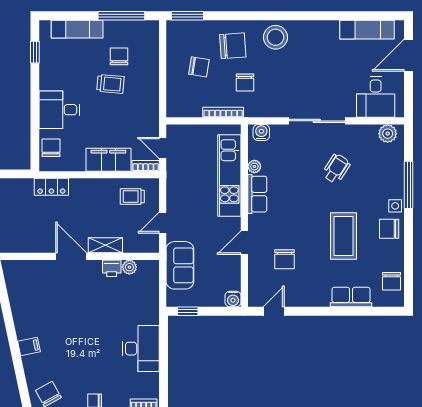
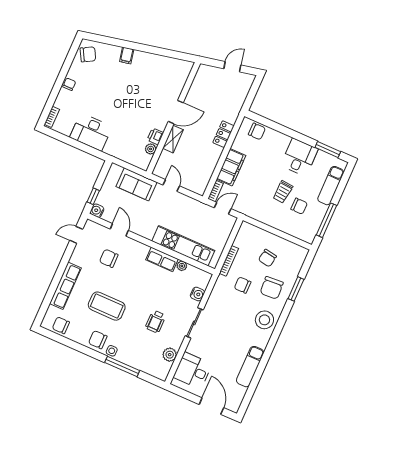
window: (187, 16) -> (296, 289), moved
exam couch: (367, 30) -> (250, 367), moved
window: (35, 52) -> (328, 149), width x1.50
desk: (59, 110) -> (299, 157), moved
sliding door: (317, 121) -> (194, 323), width x0.73
water cooler: (261, 132) -> (197, 294), moved
plant: (388, 134) -> (170, 355), moved
wheelchair: (336, 168) -> (155, 322), turned 57
locker: (51, 187) -> (223, 134), moved
trolley: (132, 197) -> (198, 173), removed
chair: (389, 229) -> (98, 340), turned -90
door: (244, 243) -> (119, 230), moved
row of seats: (351, 297) -> (65, 286), width x1.48
window: (188, 311) -> (93, 196), moved
door: (274, 311) -> (76, 235), swing flipped

